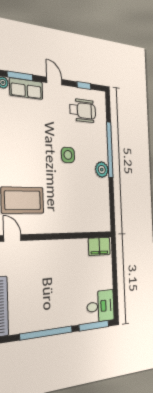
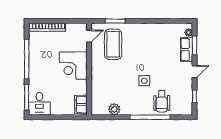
wheelchair: (83, 111) -> (162, 101), moved
plant: (102, 170) -> (114, 109), moved
corner desk: (53, 261) -> (73, 66), added

